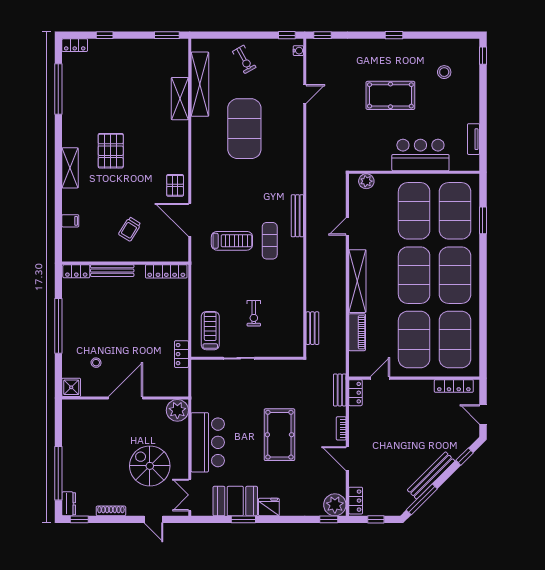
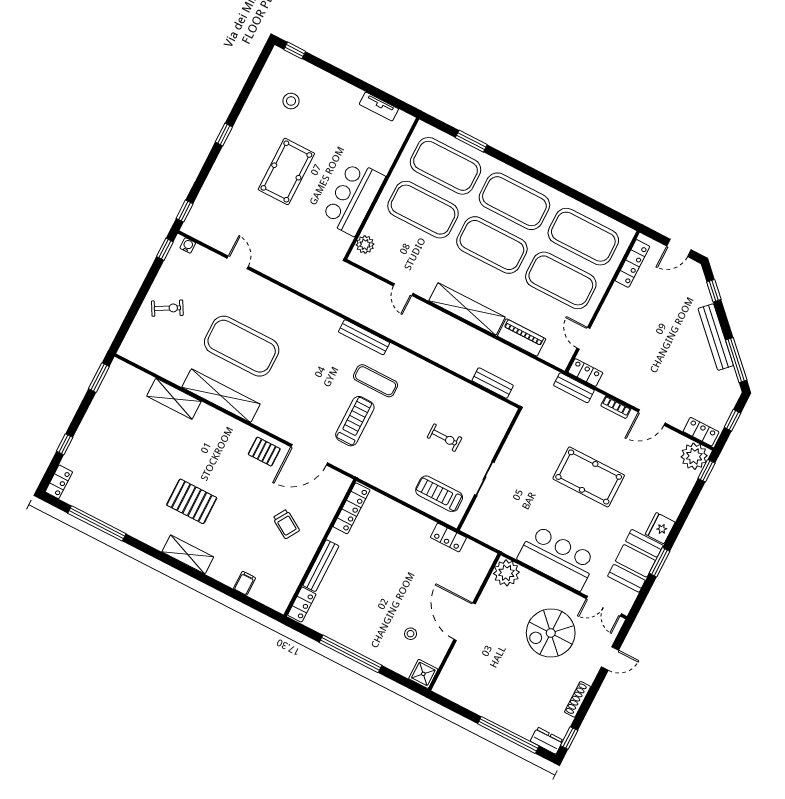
shelving: (200, 84) -> (221, 396), moved
bar counter: (420, 155) -> (353, 198), moved

